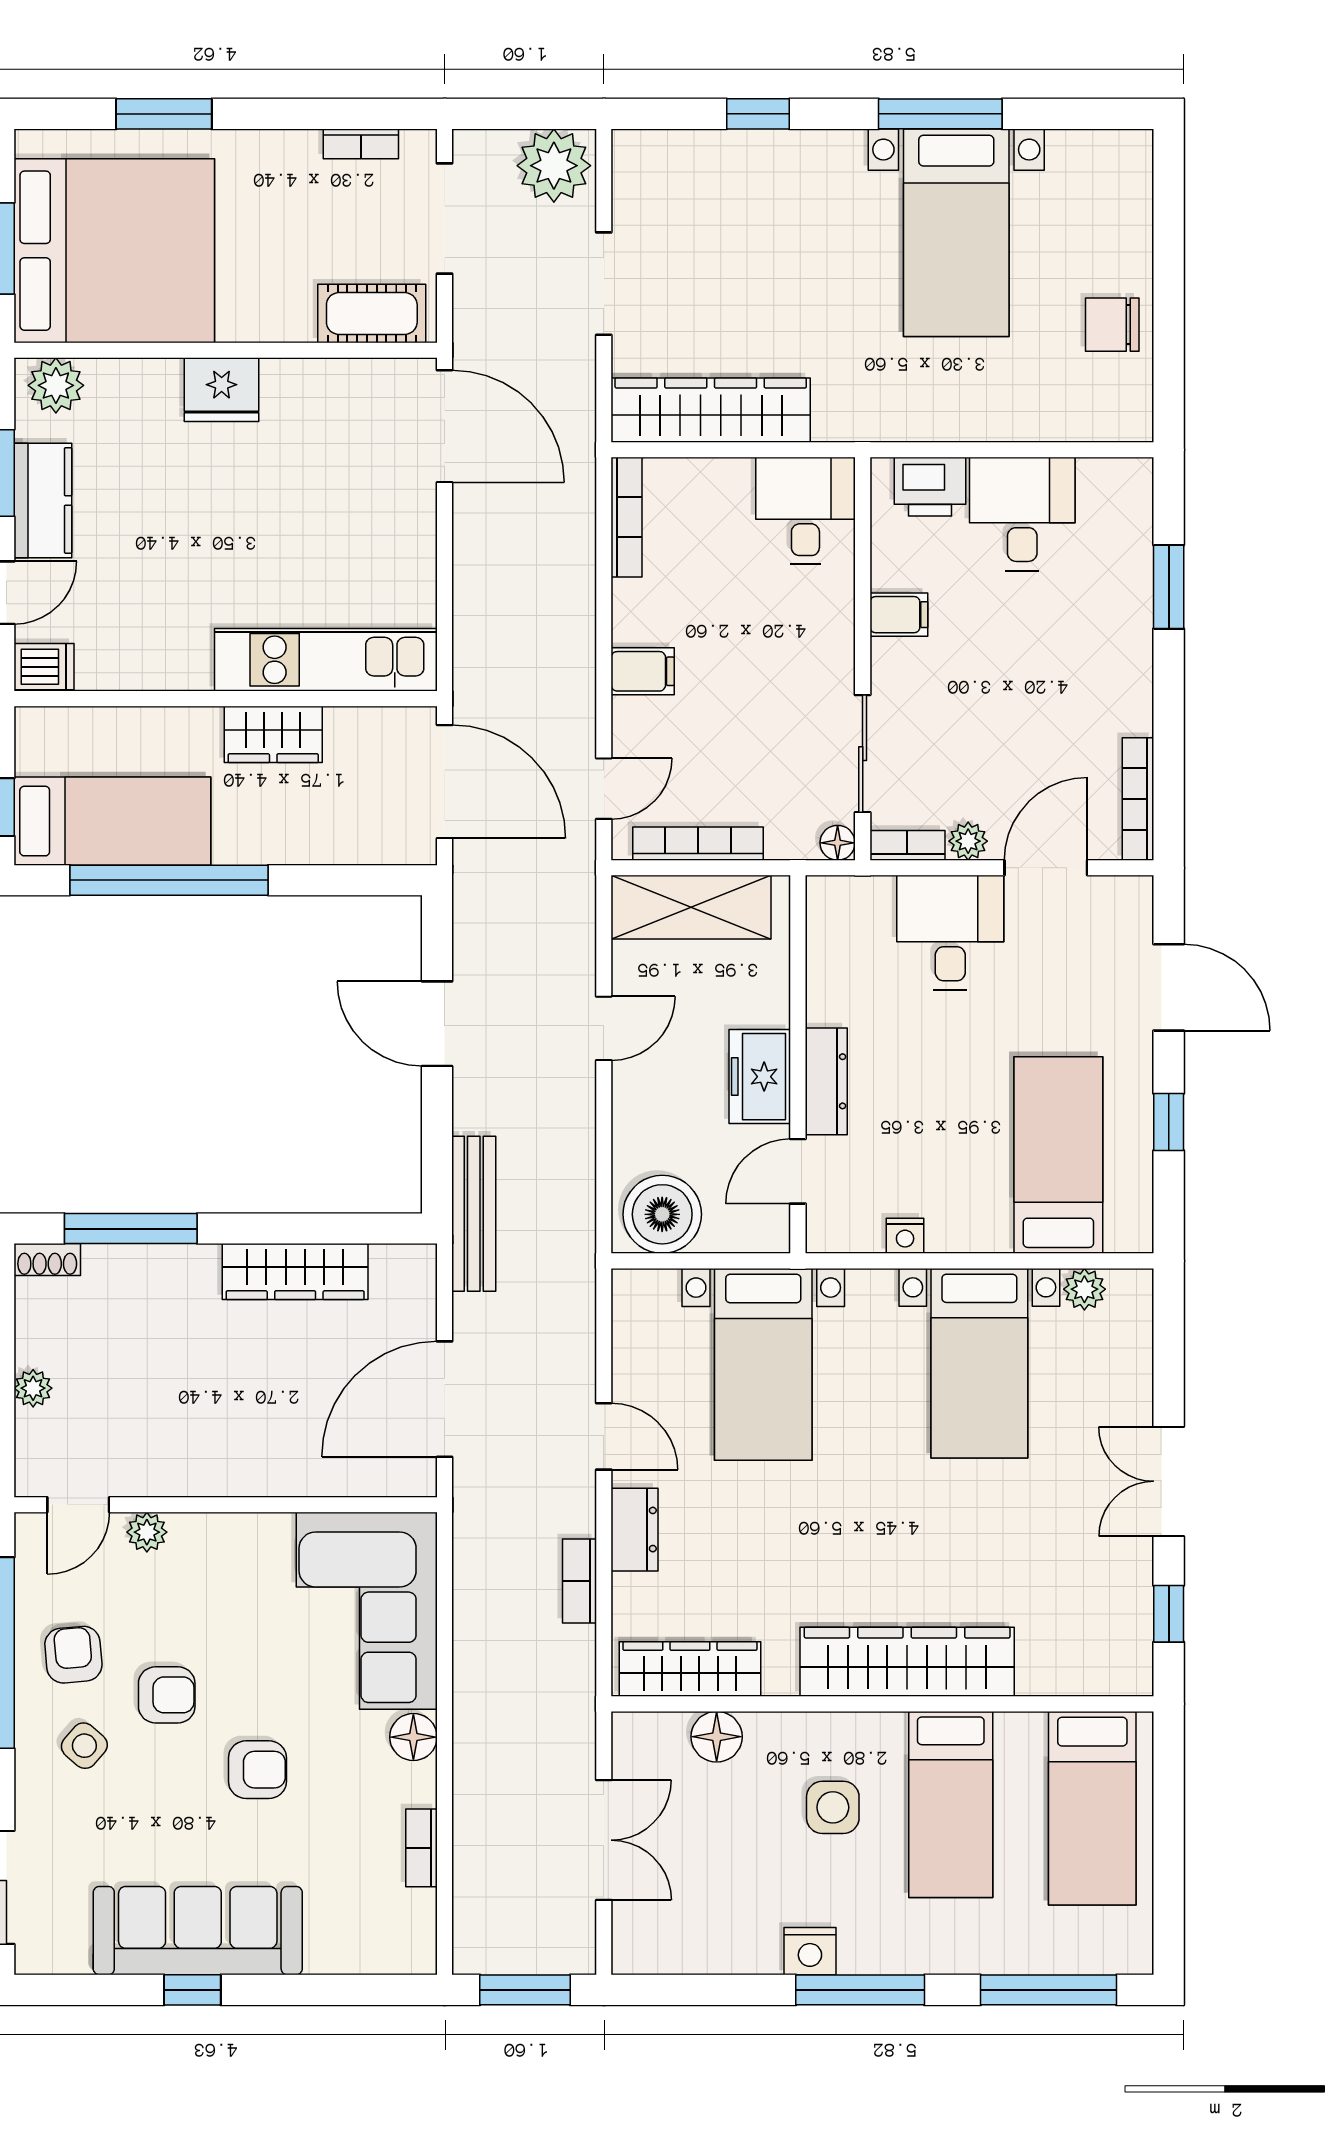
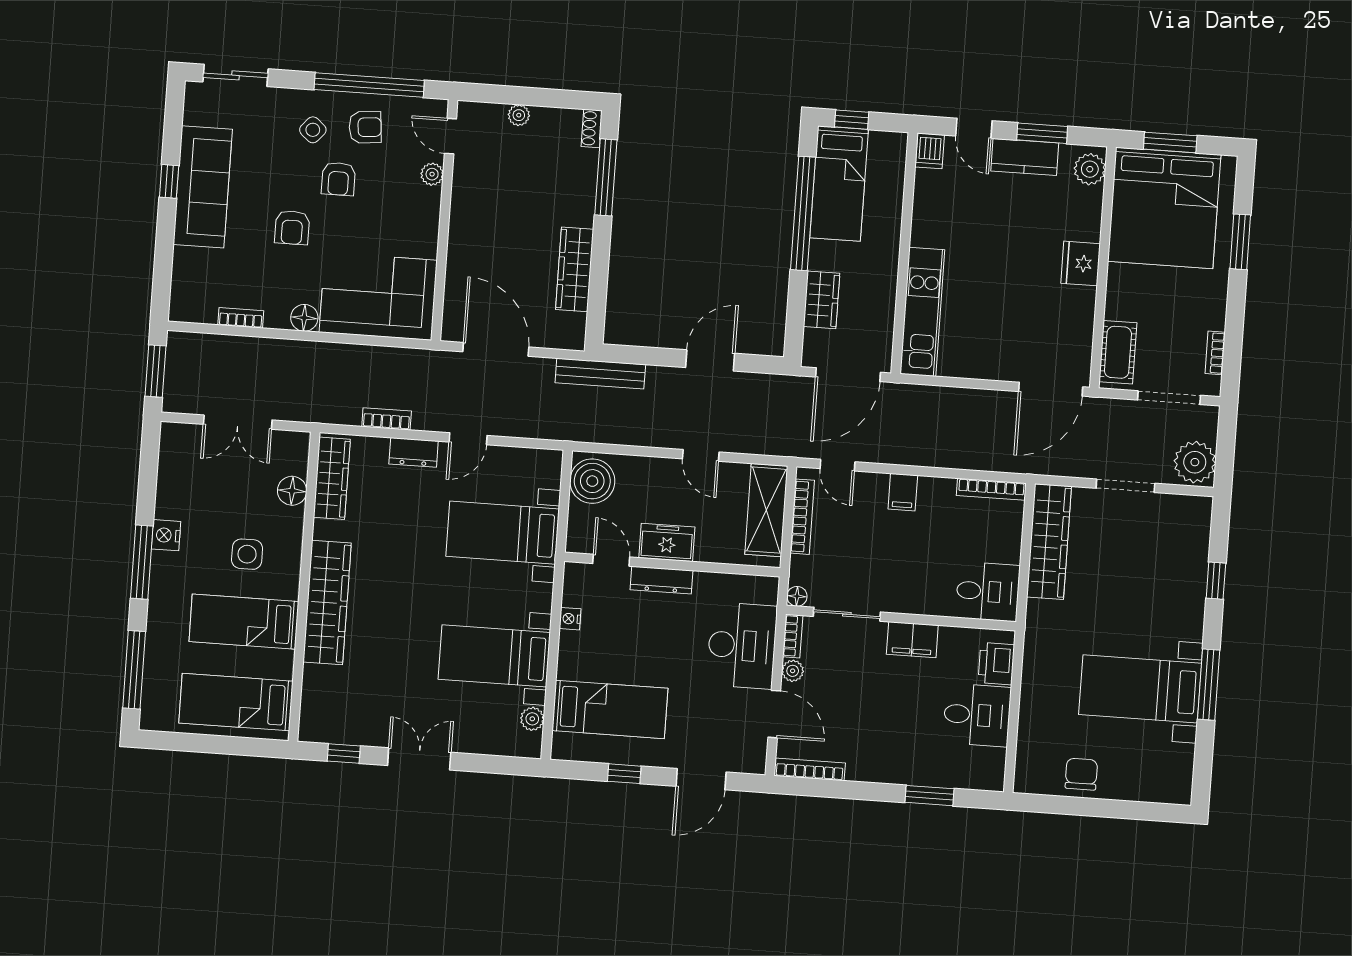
filing cabinet: (899, 615) -> (912, 640), width x2.00
wardrobe: (273, 734) -> (822, 300), moved, turned 180
desk: (950, 933) -> (742, 646), width x1.37

